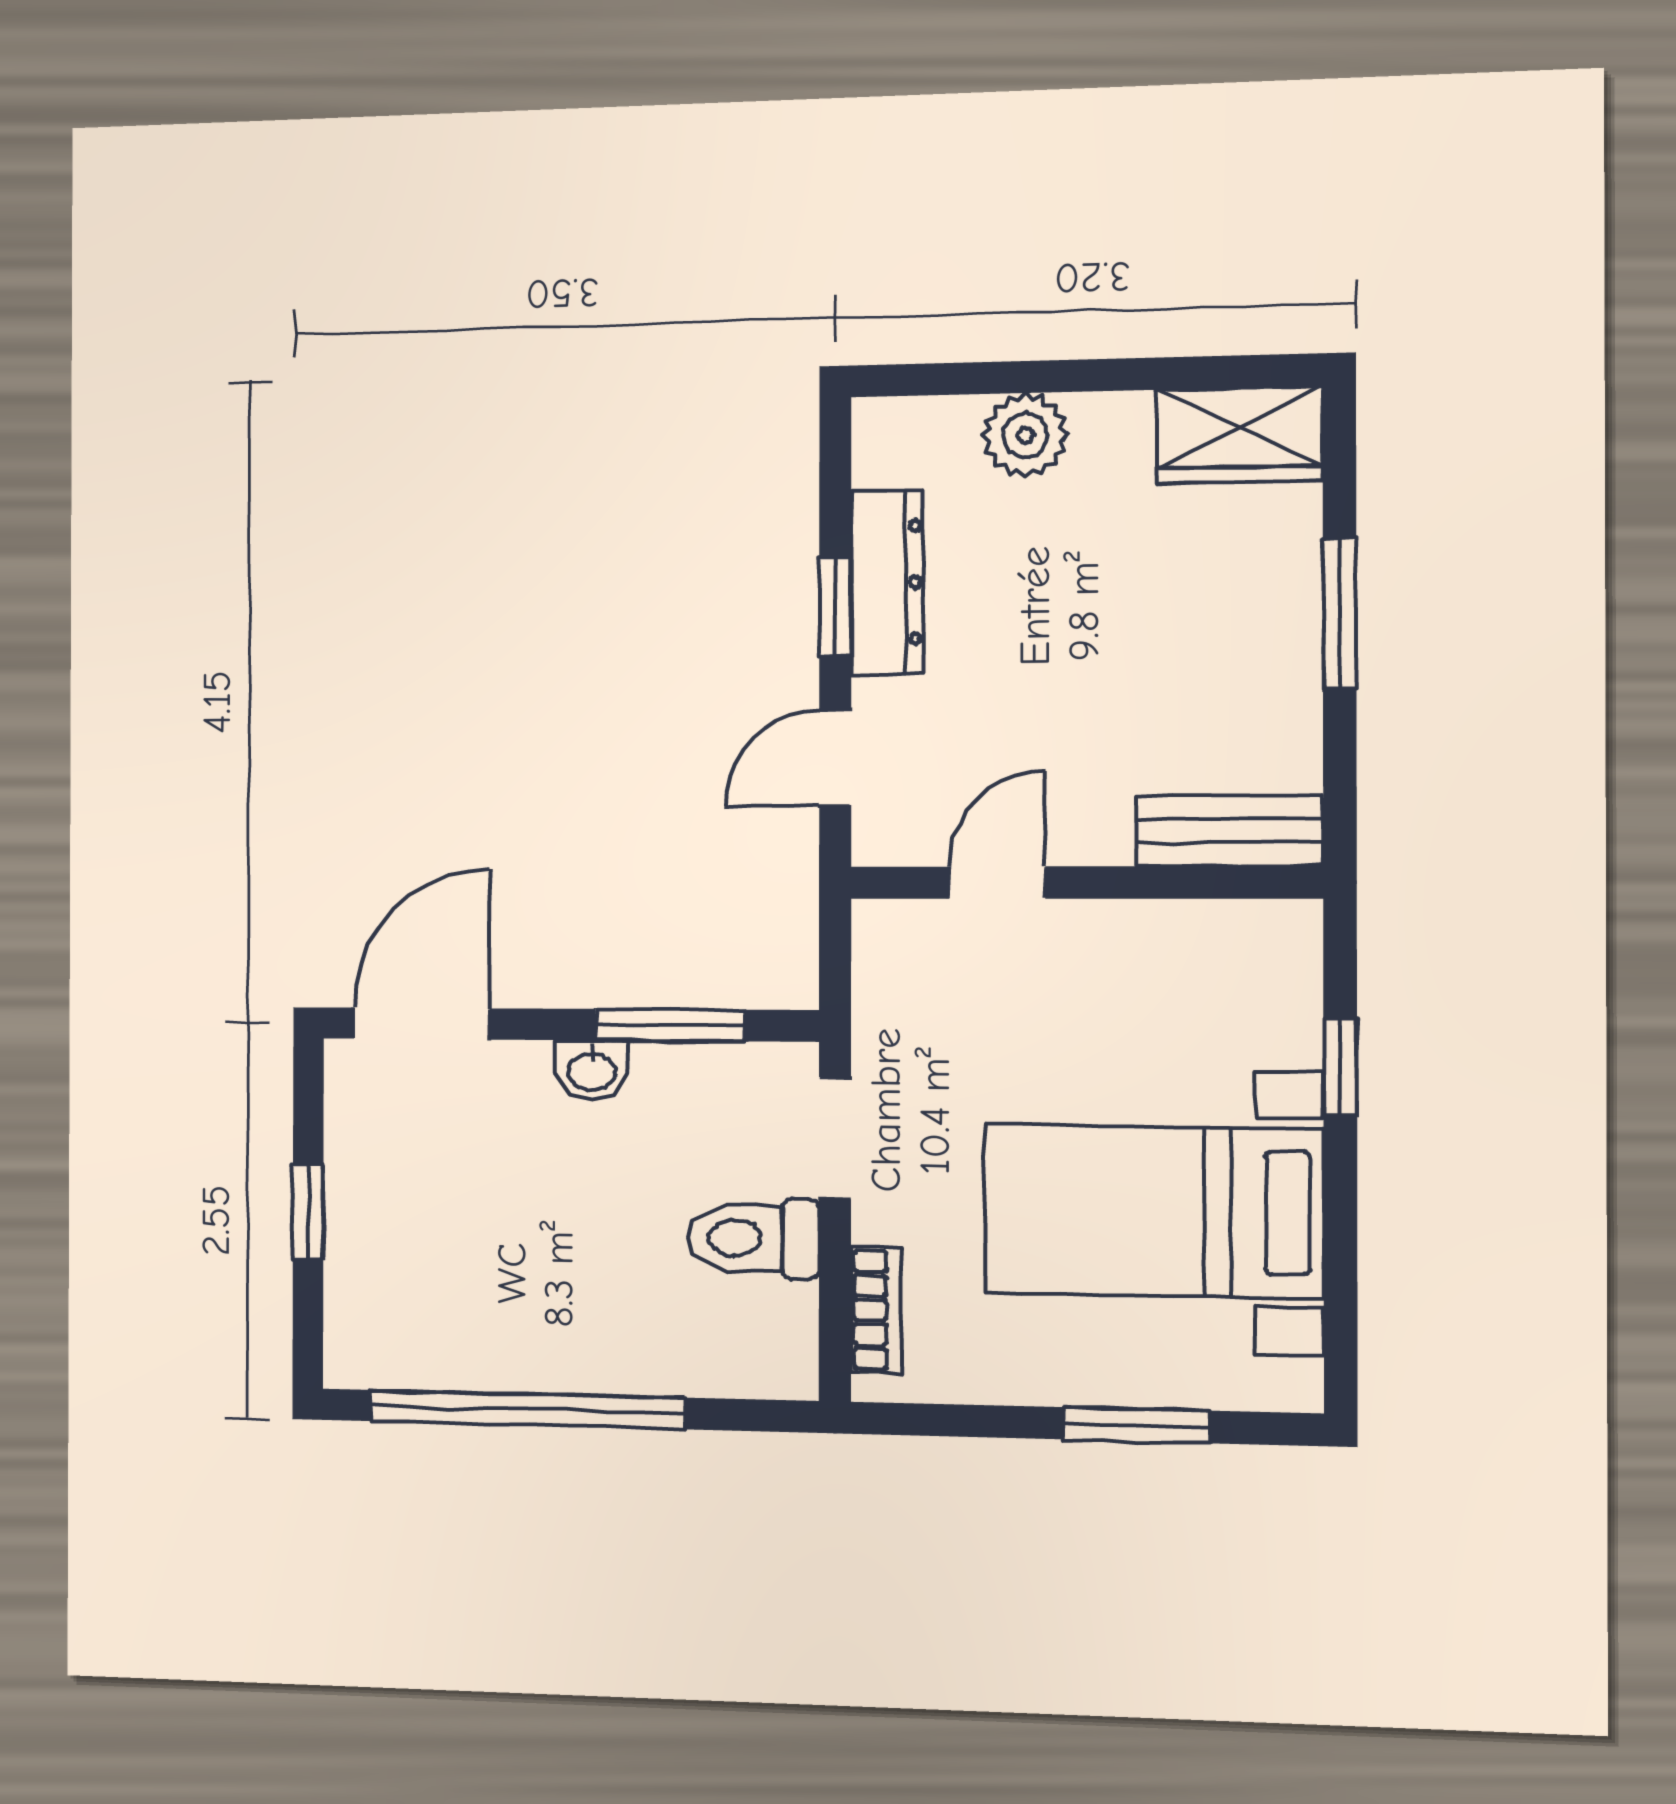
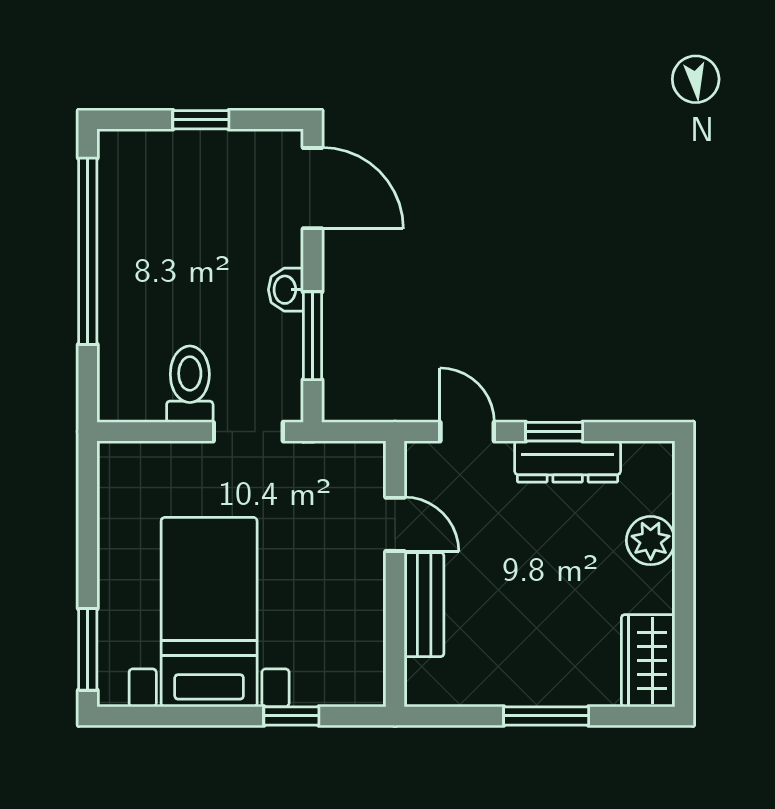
bench: (1229, 831) -> (424, 605), moved
bookcase: (876, 1310) -> (150, 455), removed
window: (1137, 1425) -> (88, 649), moved

